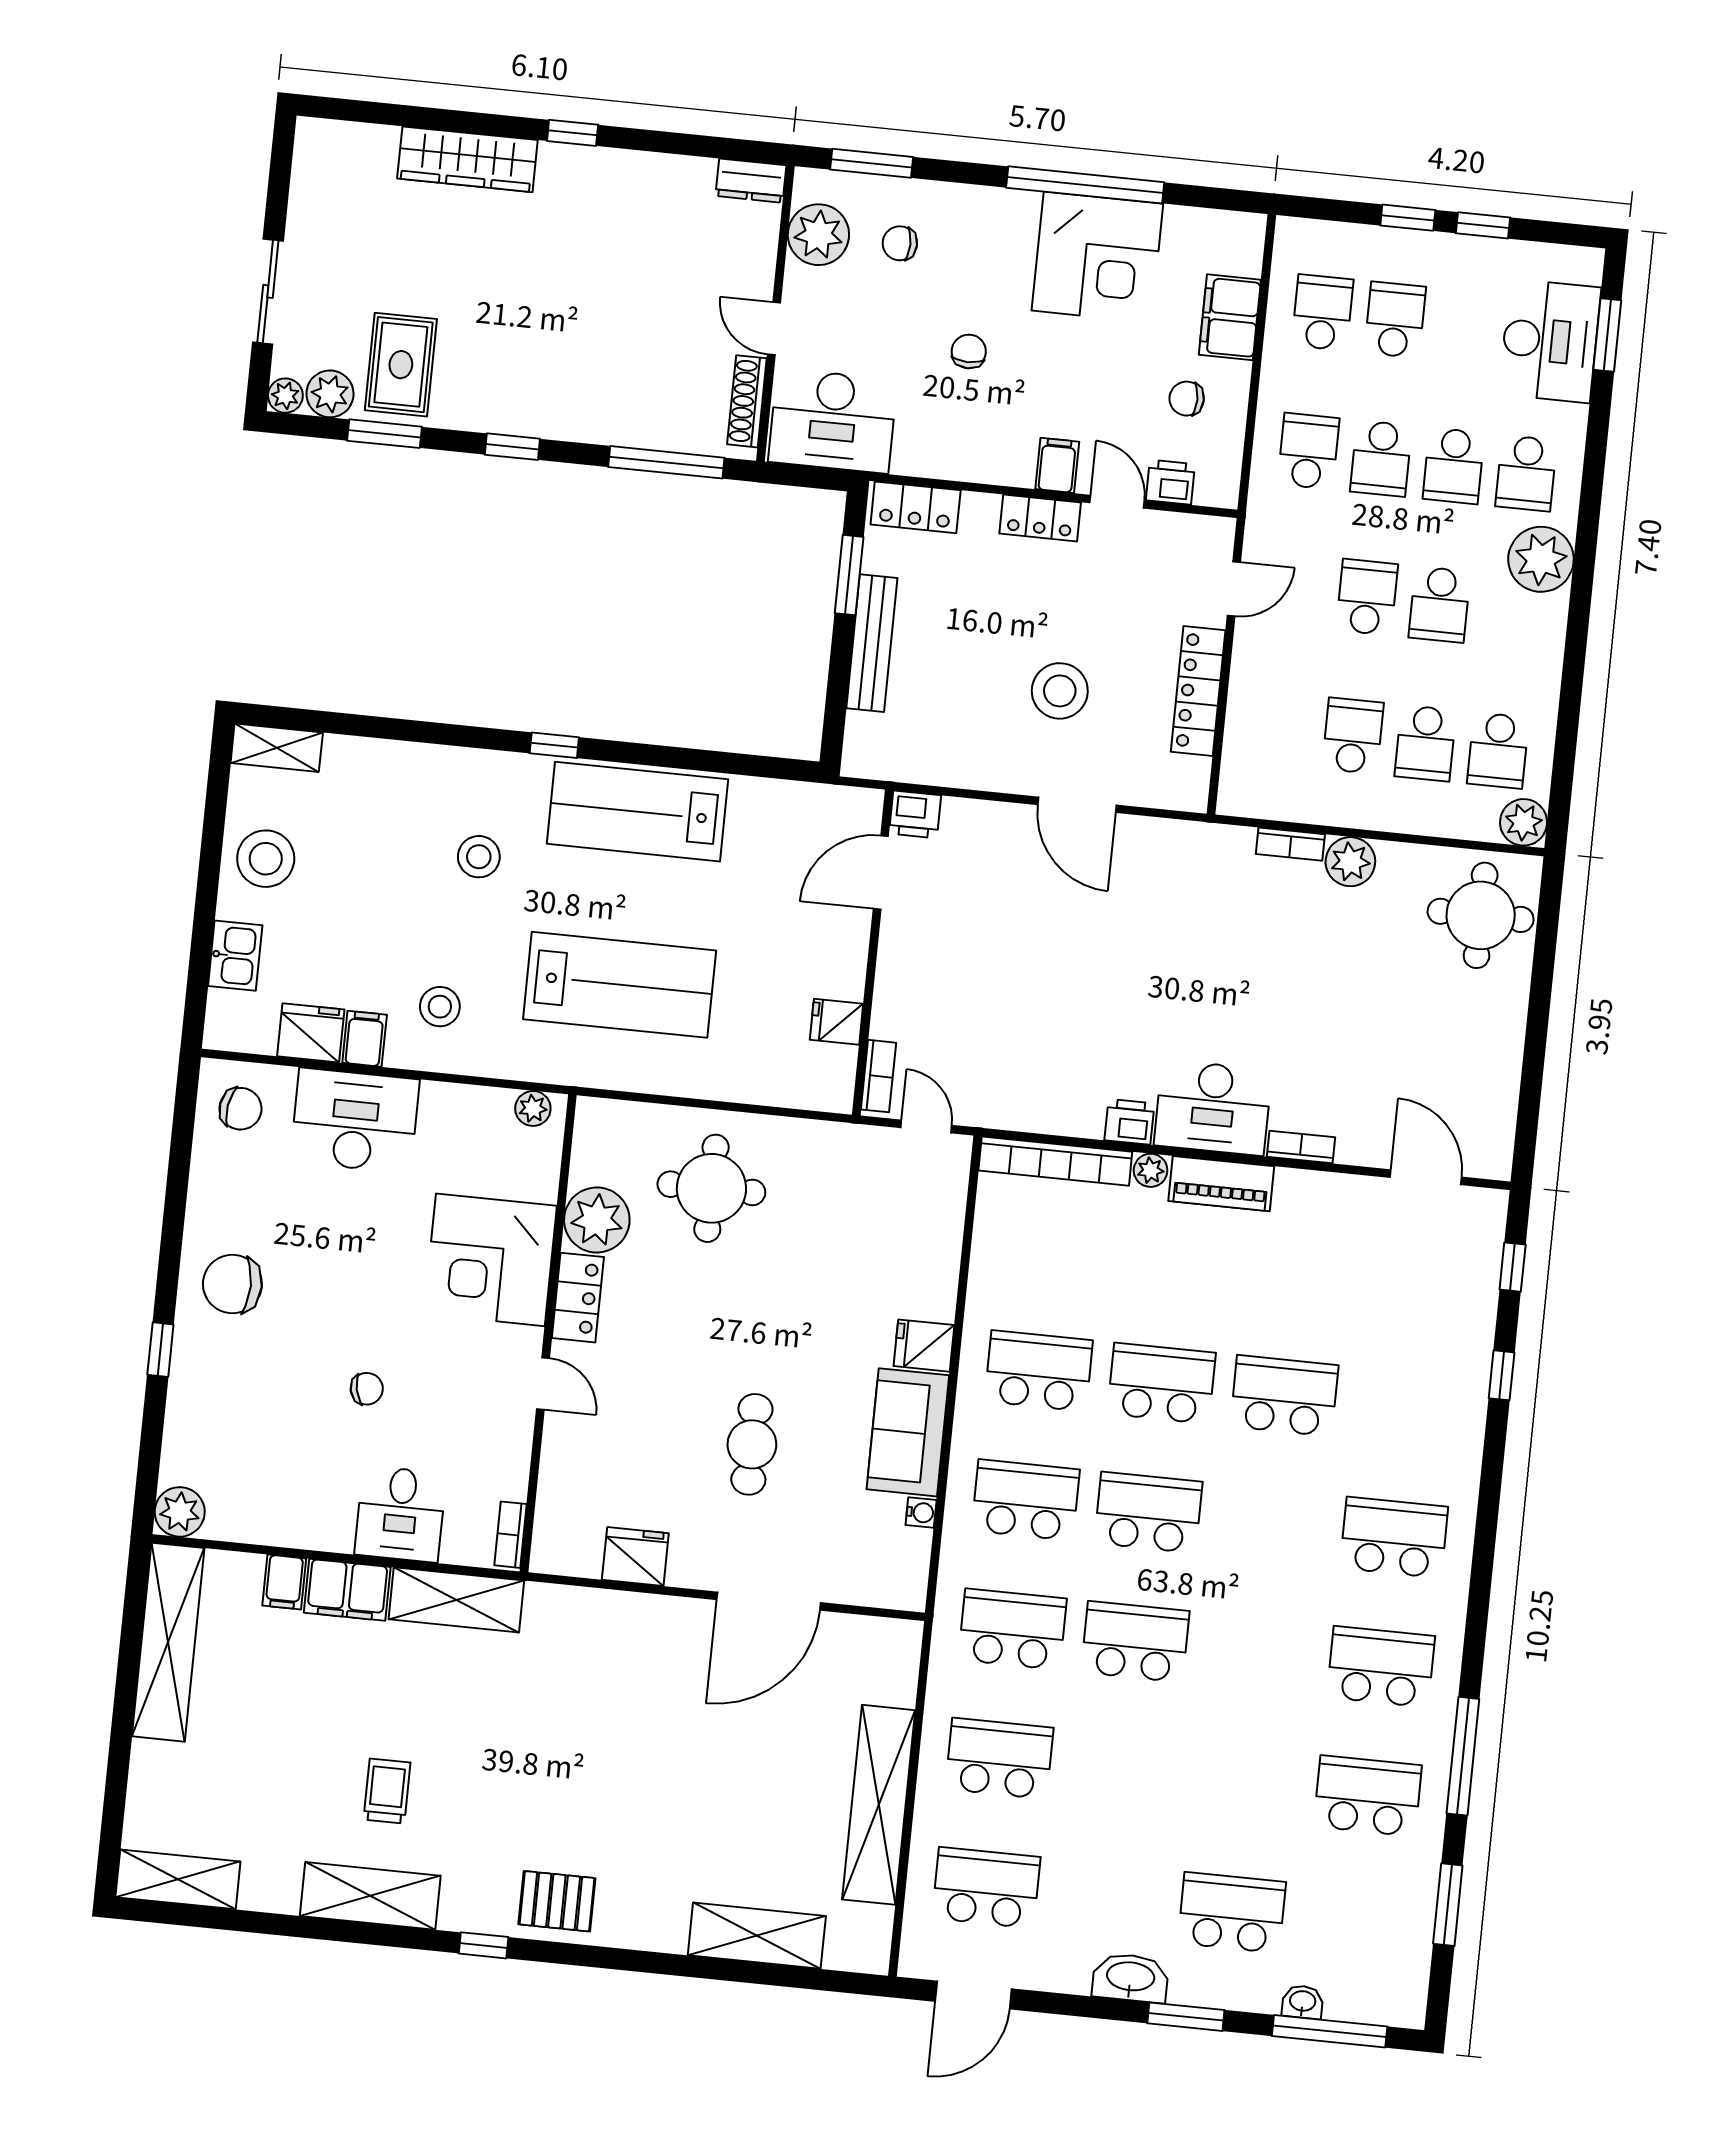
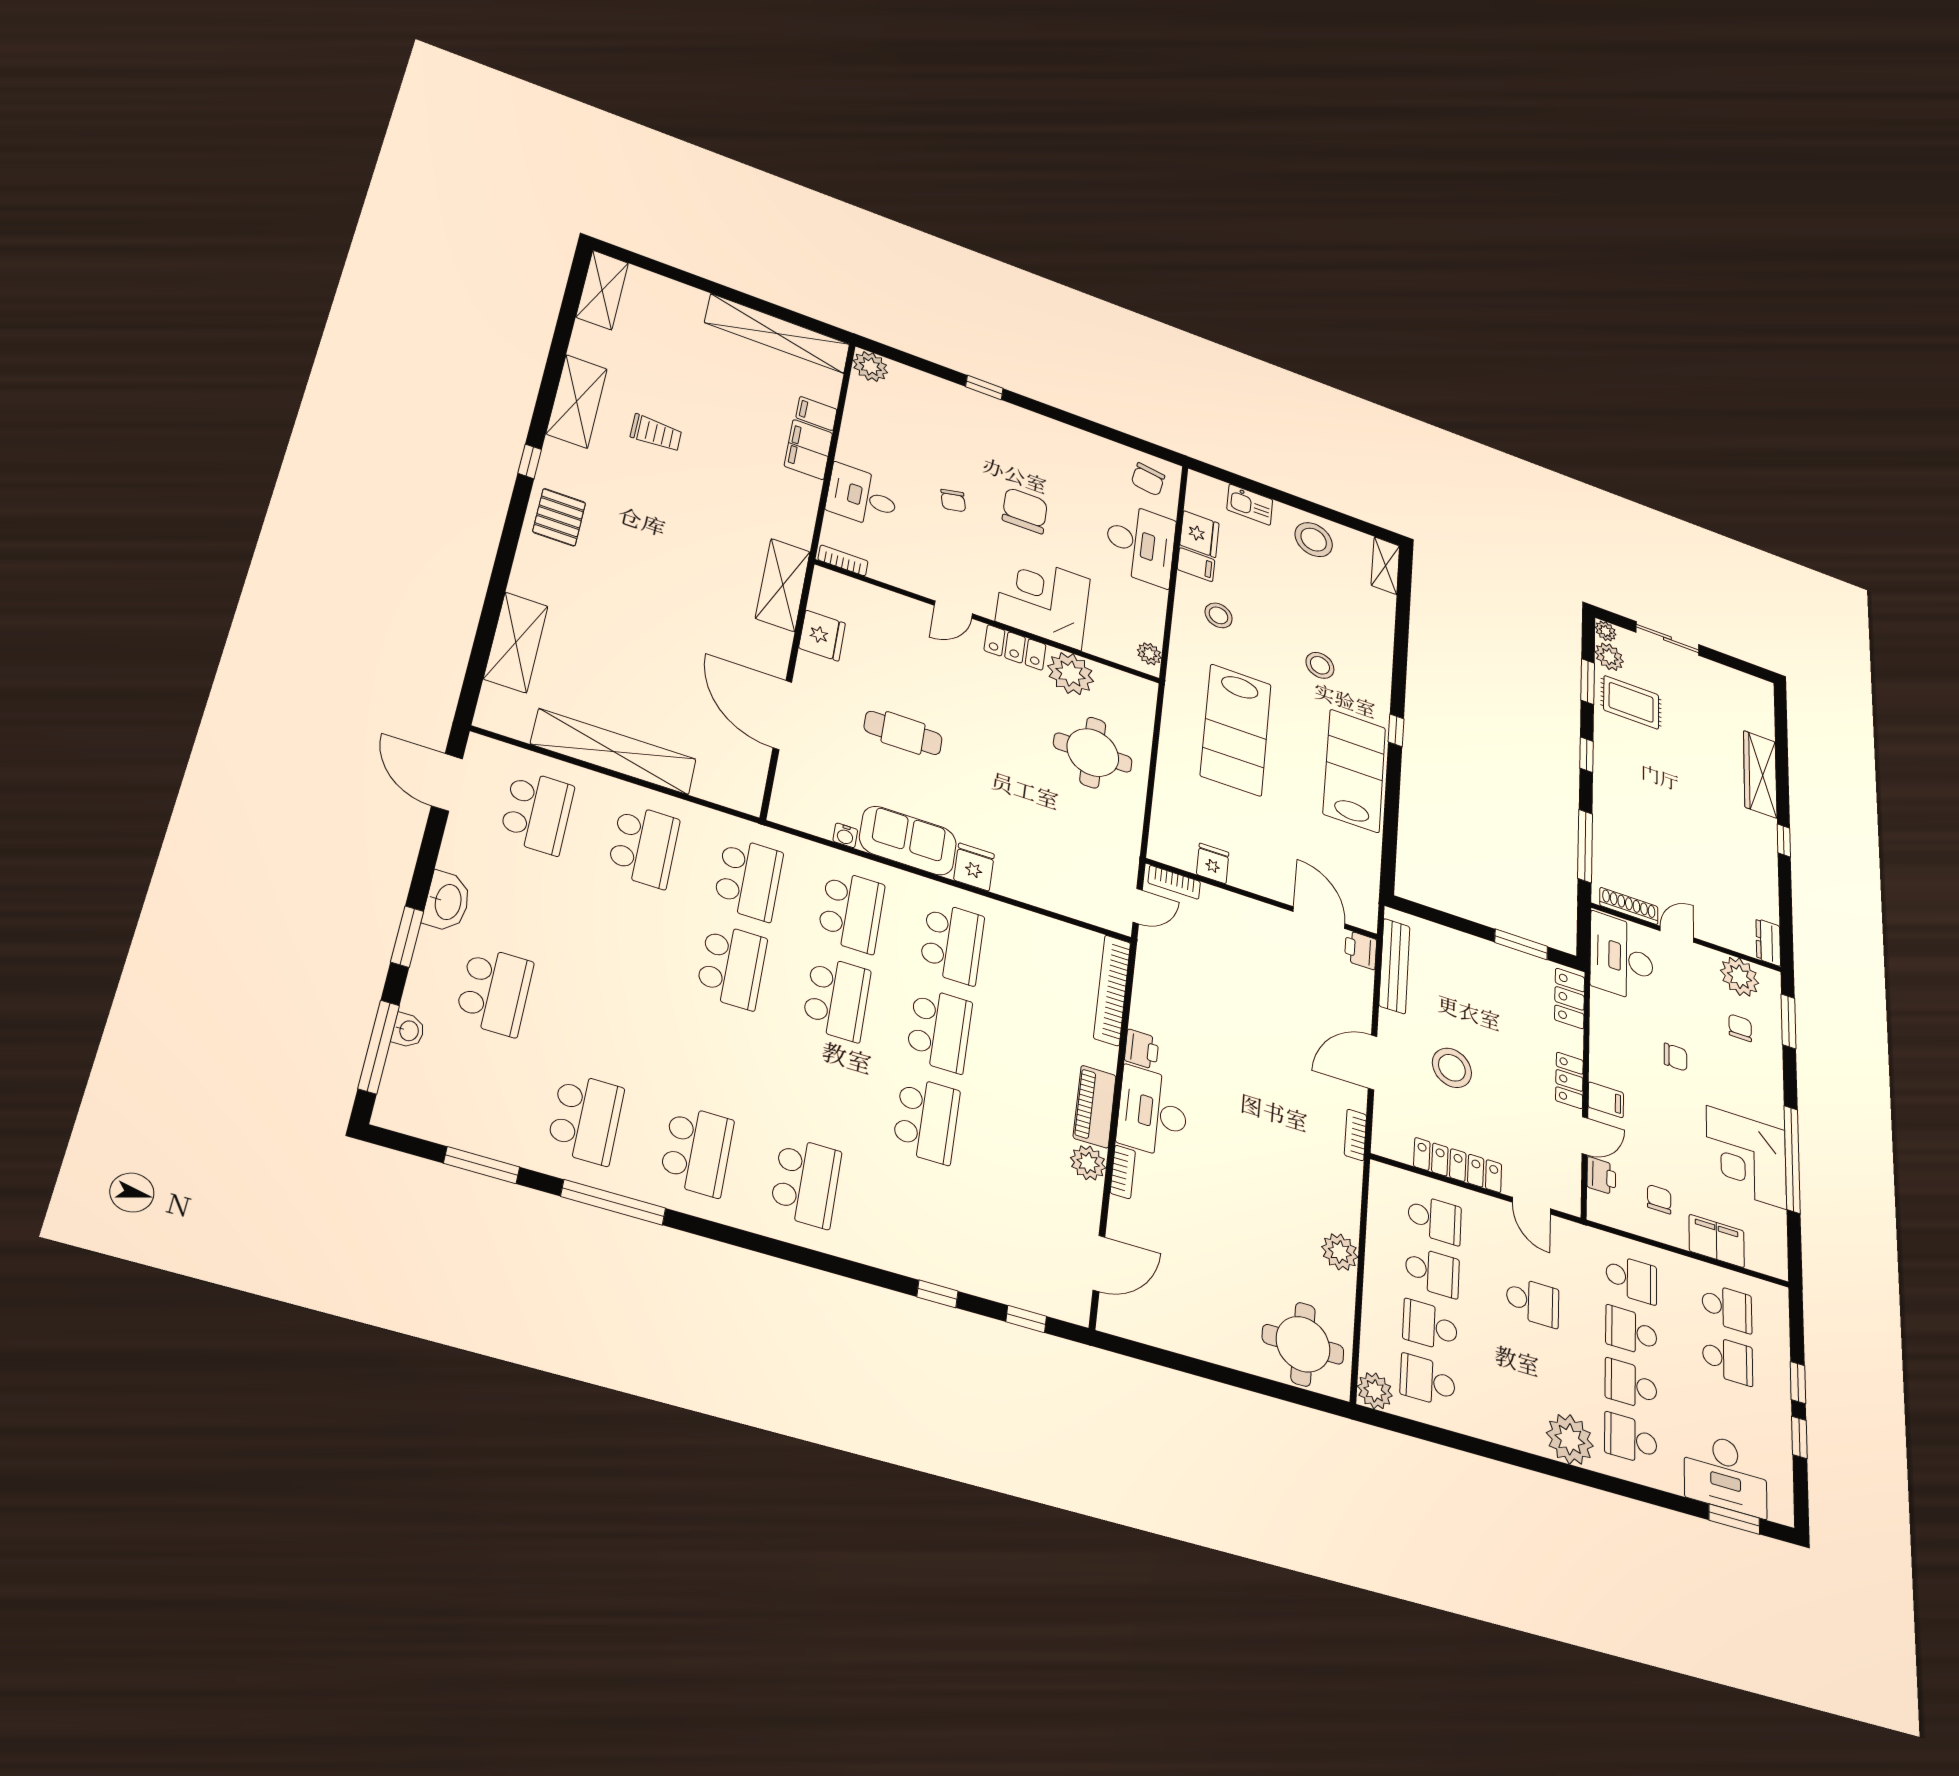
school desk: (1440, 605) -> (1435, 1219), moved, turned 180
bench: (872, 643) -> (1394, 966), moved, turned 90
bookcase: (1290, 844) -> (1355, 1135), moved
plant: (1151, 1170) -> (1088, 1163), moved, width x1.38, depth x1.38
chair: (232, 1284) -> (1025, 511), moved
shelving: (456, 1600) -> (783, 585), moved

